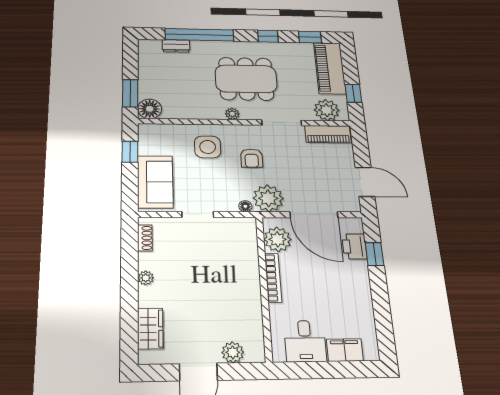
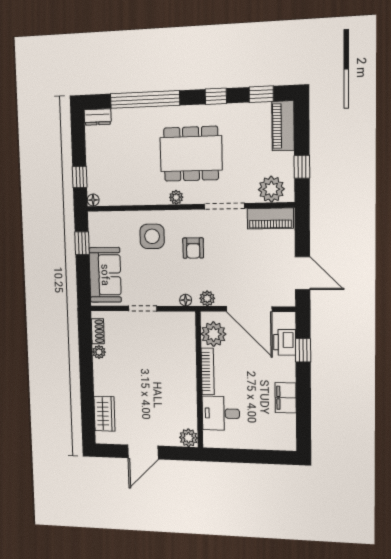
dresser: (176, 46) -> (98, 117), moved
piano: (330, 68) -> (283, 126), width x0.73, depth x0.75
window: (130, 93) -> (80, 177), width x0.67
floor lamp: (150, 109) -> (93, 200), width x0.53, depth x0.53
plant: (268, 198) -> (207, 298), width x0.53, depth x0.53
plant: (146, 278) -> (99, 352), moved
desk: (305, 341) -> (221, 413), moved, turned 90
filing cabinet: (345, 350) -> (286, 398), moved, turned -90
plant: (233, 352) -> (188, 438), moved

